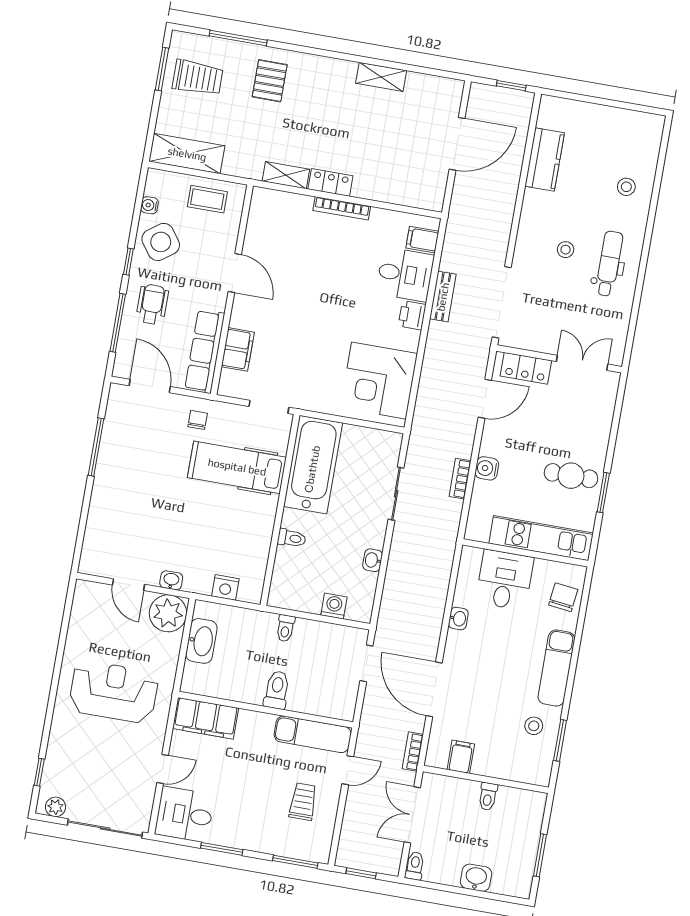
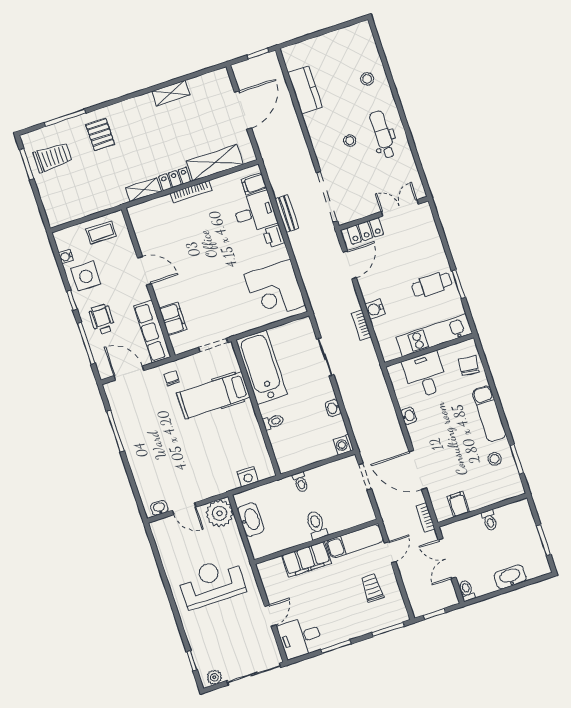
shelving: (187, 154) -> (215, 163), moved
side table: (161, 242) -> (86, 276), turned 36
washbasin: (171, 580) -> (159, 508), moved
washing machine: (334, 606) -> (343, 445), moved, turned -90
filing cabinet: (206, 718) -> (306, 559), moved
washbasin: (476, 878) -> (510, 577), width x1.38

